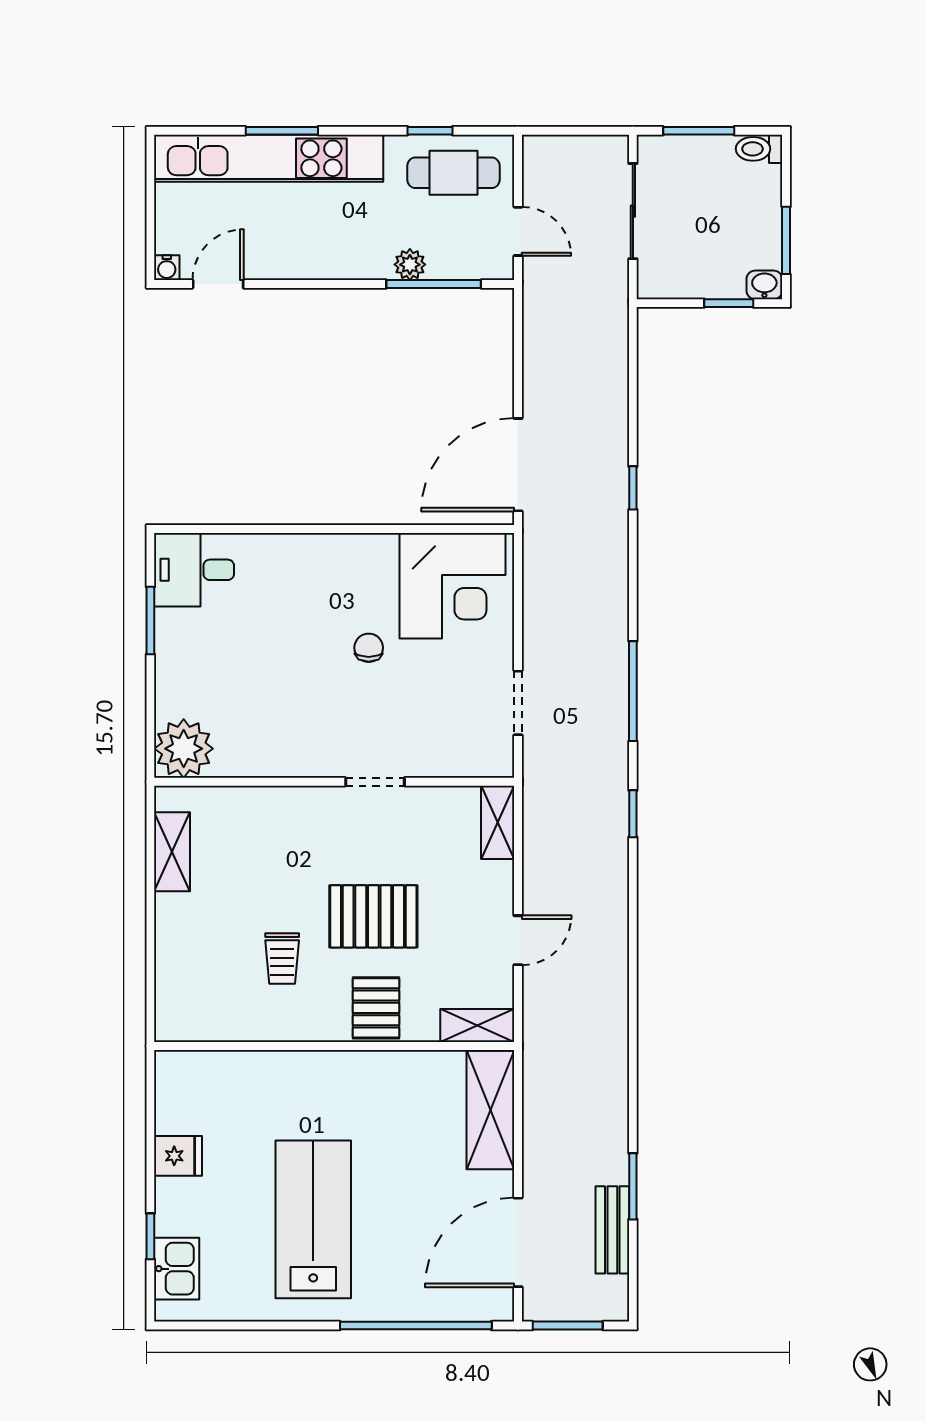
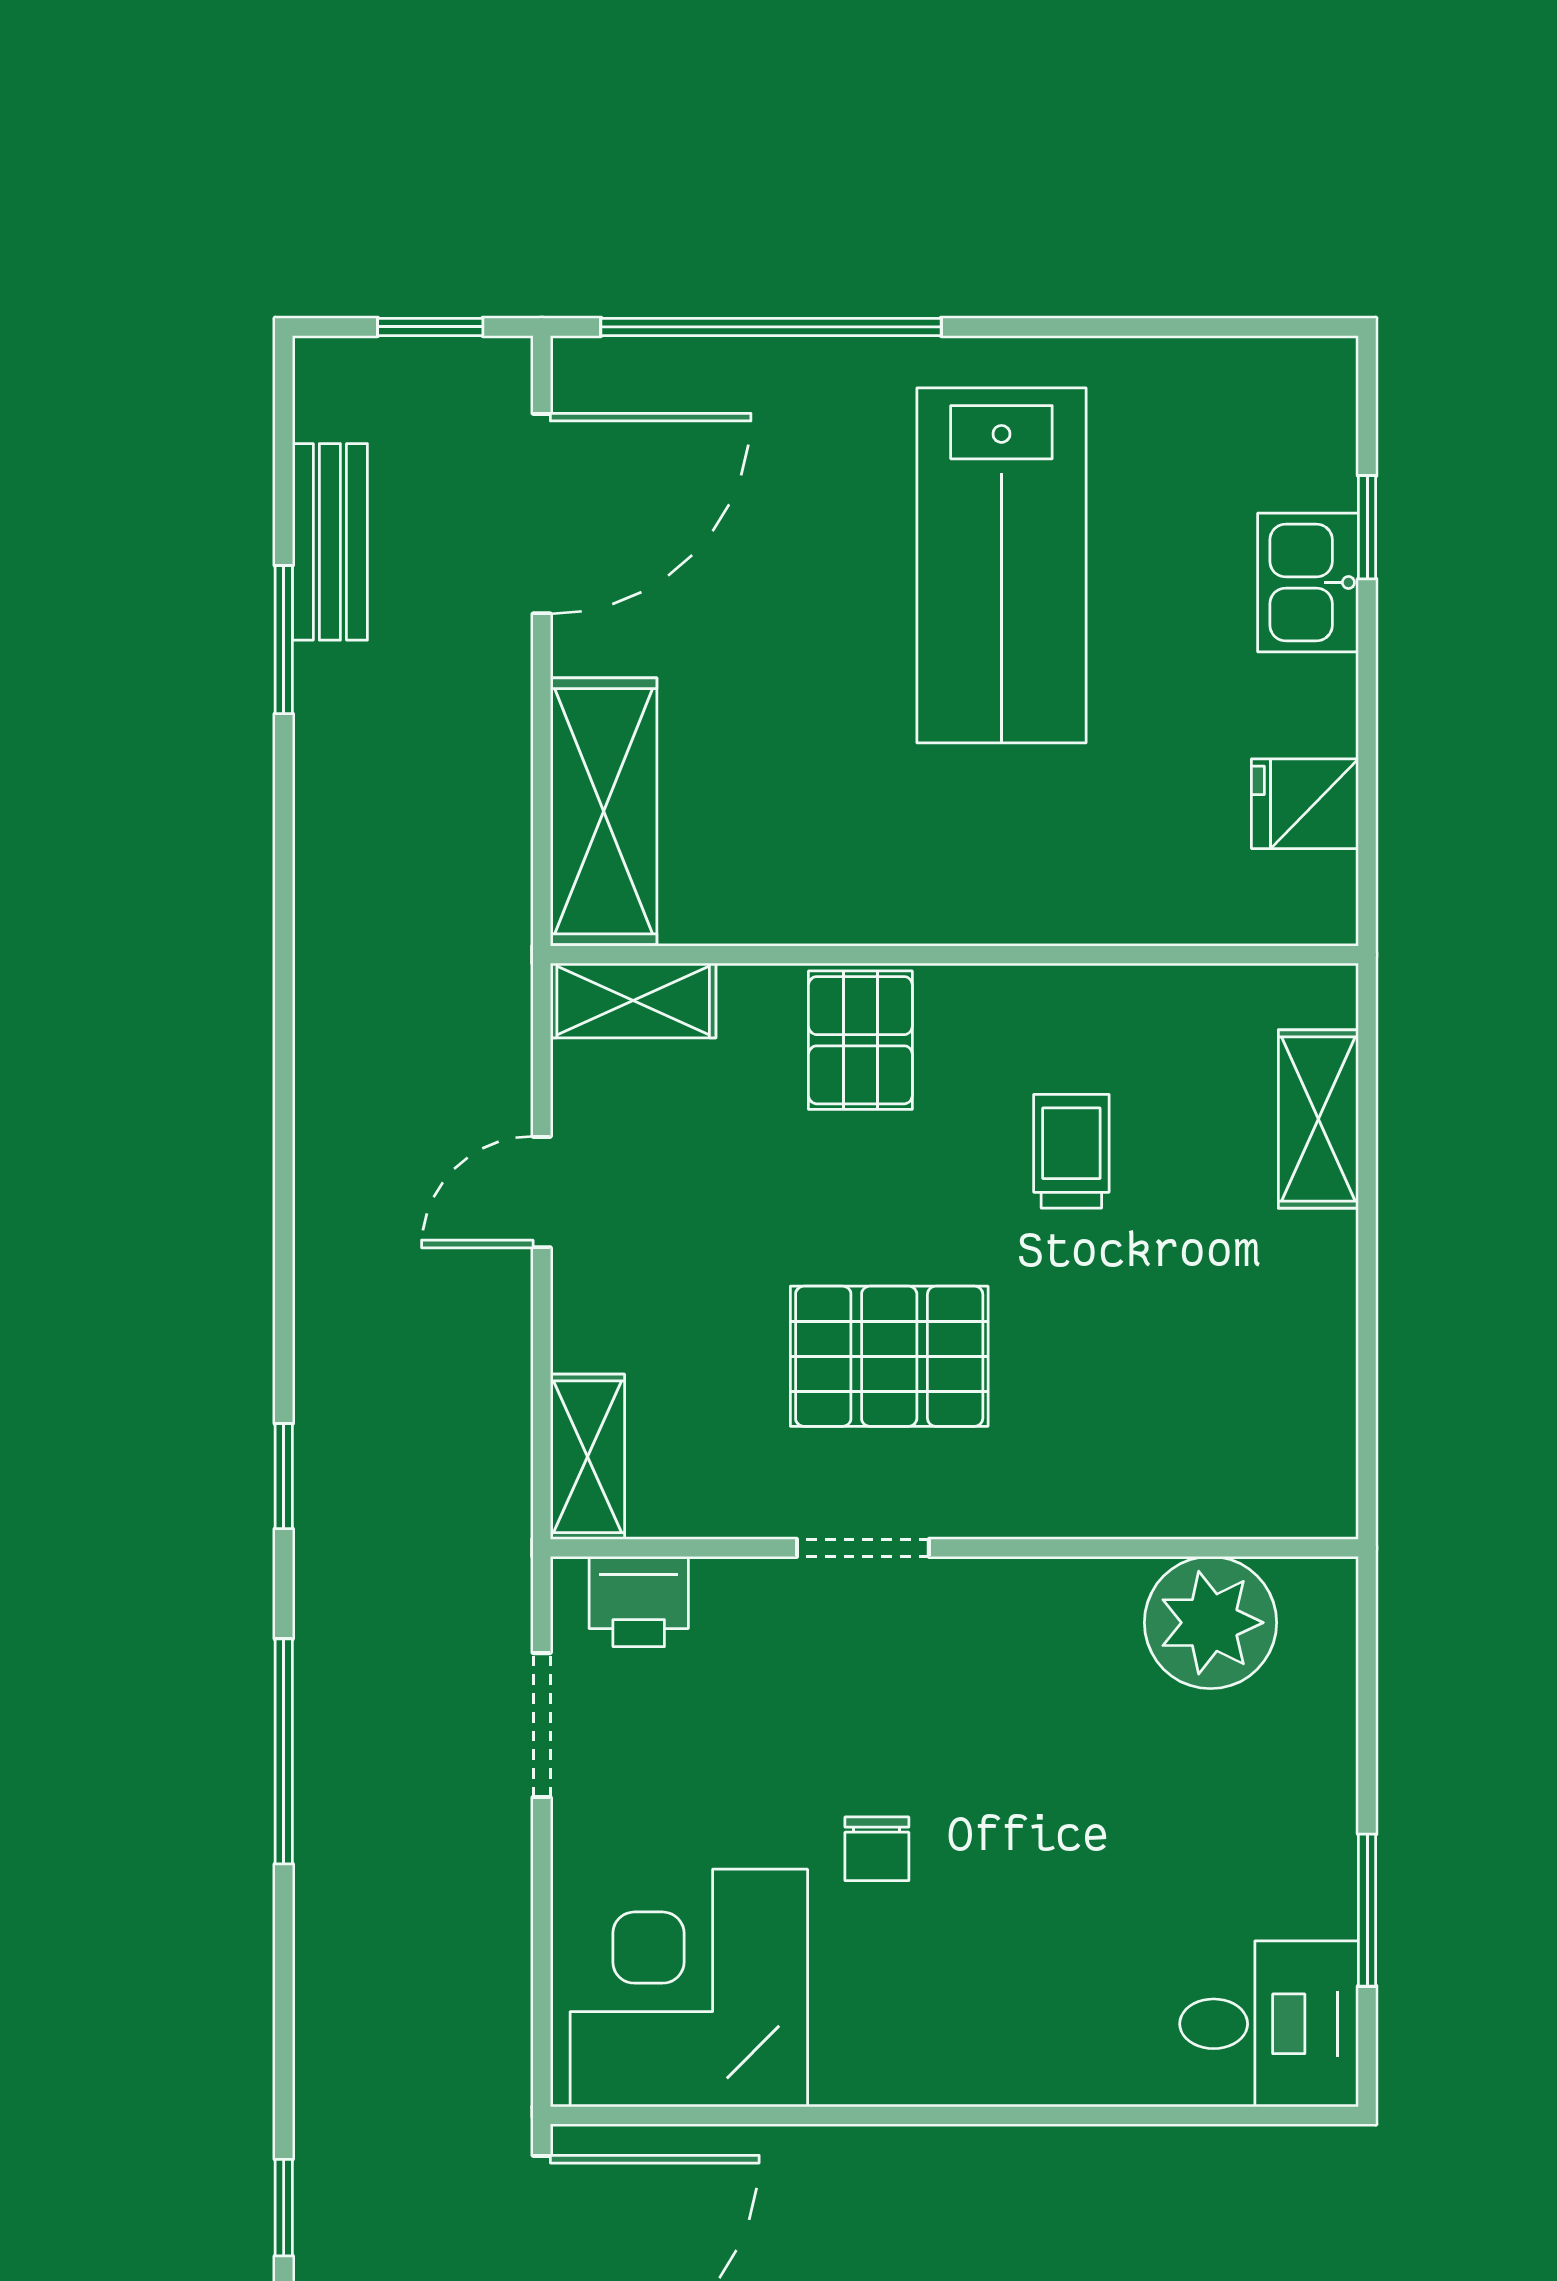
plant: (184, 749) -> (1210, 1623), moved
printer: (475, 758) -> (639, 1602), added
shelving: (172, 852) -> (1318, 1119), moved
pallet: (373, 916) -> (889, 1356), moved
fridge: (178, 1156) -> (1305, 804), moved
kitchen sink: (177, 1269) -> (1308, 582), moved
window: (568, 1326) -> (430, 327), width x0.67

